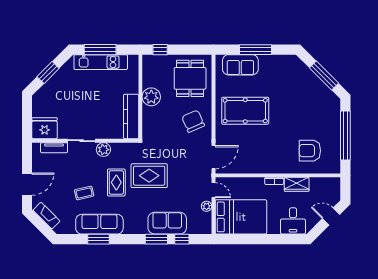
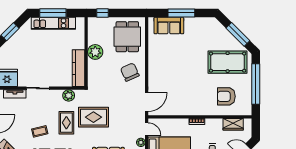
pool table: (245, 111) -> (228, 62), moved
plant: (103, 150) -> (69, 95), moved
wardrobe: (297, 184) -> (233, 124), moved

